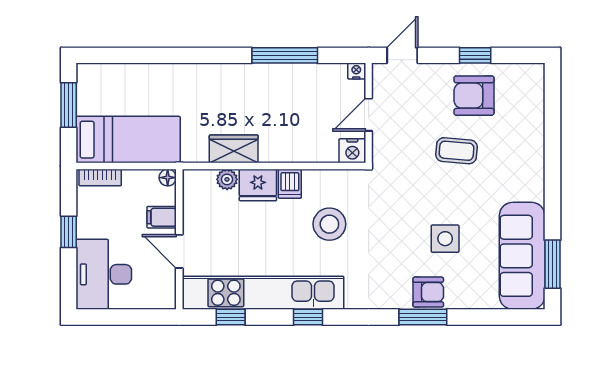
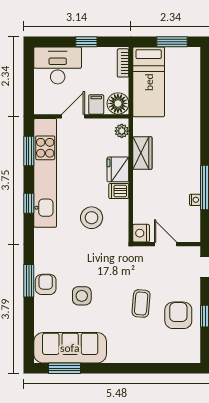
nightstand: (356, 71) -> (195, 200), moved
floor lamp: (168, 178) -> (118, 103), width x1.89, depth x1.89
plant: (227, 179) -> (122, 131), moved
armchair: (428, 292) -> (46, 284), turned 180
window: (231, 317) -> (29, 151), width x1.50

